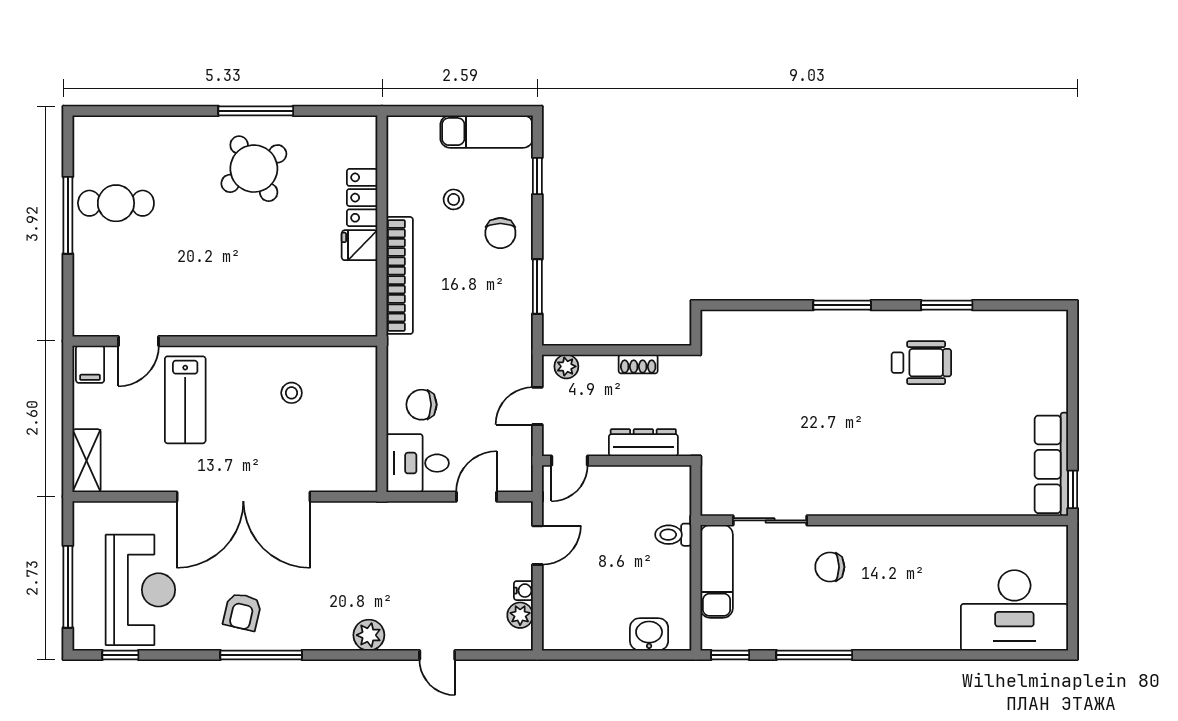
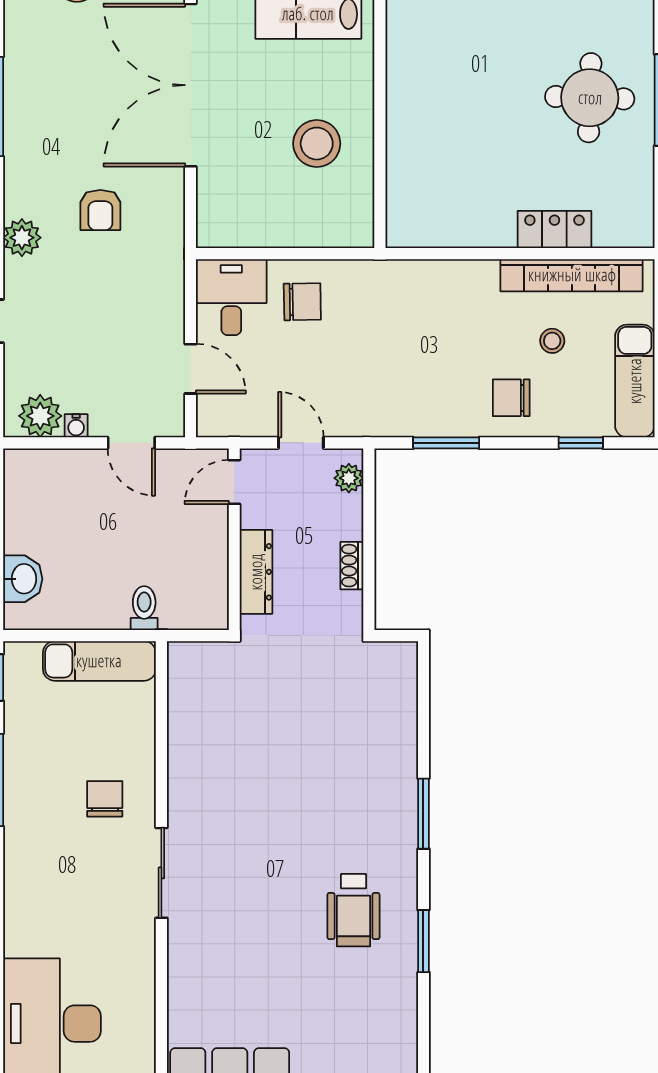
round table: (254, 169) -> (590, 98), turned 34
fridge: (360, 245) -> (496, 226), removed
bookcase: (400, 275) -> (572, 275), moved
stool: (292, 393) -> (317, 144), width x1.89, depth x1.89
chair: (421, 405) -> (302, 302), turned 89
door: (570, 461) -> (234, 482), hinge flipped
sliding door: (770, 520) -> (161, 873), moved
armchair: (242, 612) -> (100, 210), moved, turned -103
plant: (520, 615) -> (40, 416), width x1.38, depth x1.38

